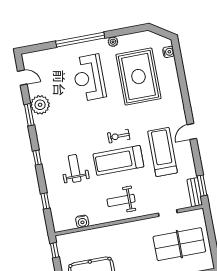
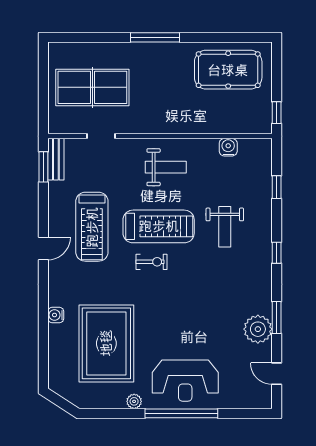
water cooler: (168, 52) -> (56, 315), moved
reception desk: (89, 78) -> (185, 381), moved, turned 90

